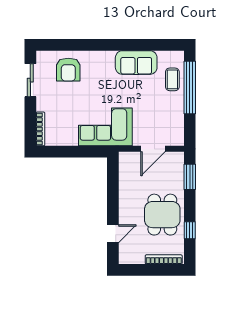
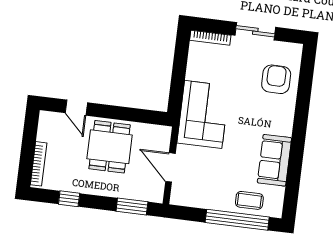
armchair: (68, 70) -> (276, 79), turned 90
sliding door: (30, 80) -> (255, 31), moved
dining table: (162, 215) -> (110, 147), moved, turned 90

